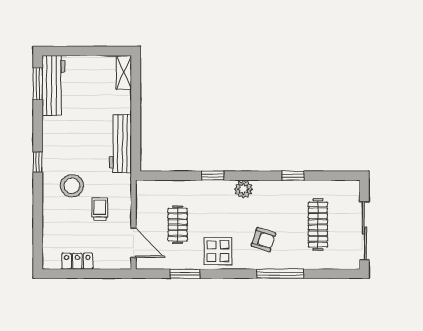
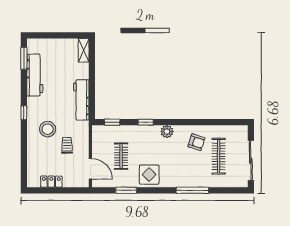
workbench: (53, 85) -> (35, 75), moved
window: (293, 176) -> (112, 122), moved
armchair: (264, 240) -> (196, 142), moved

